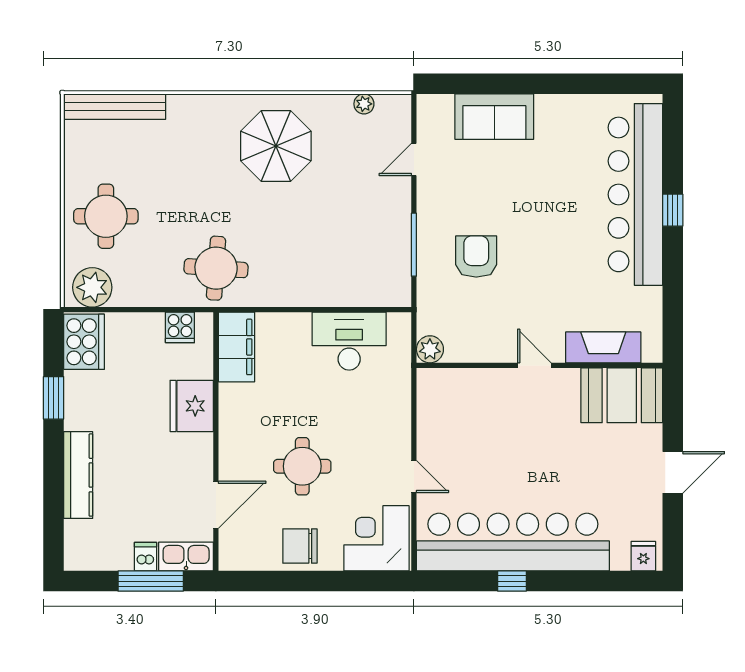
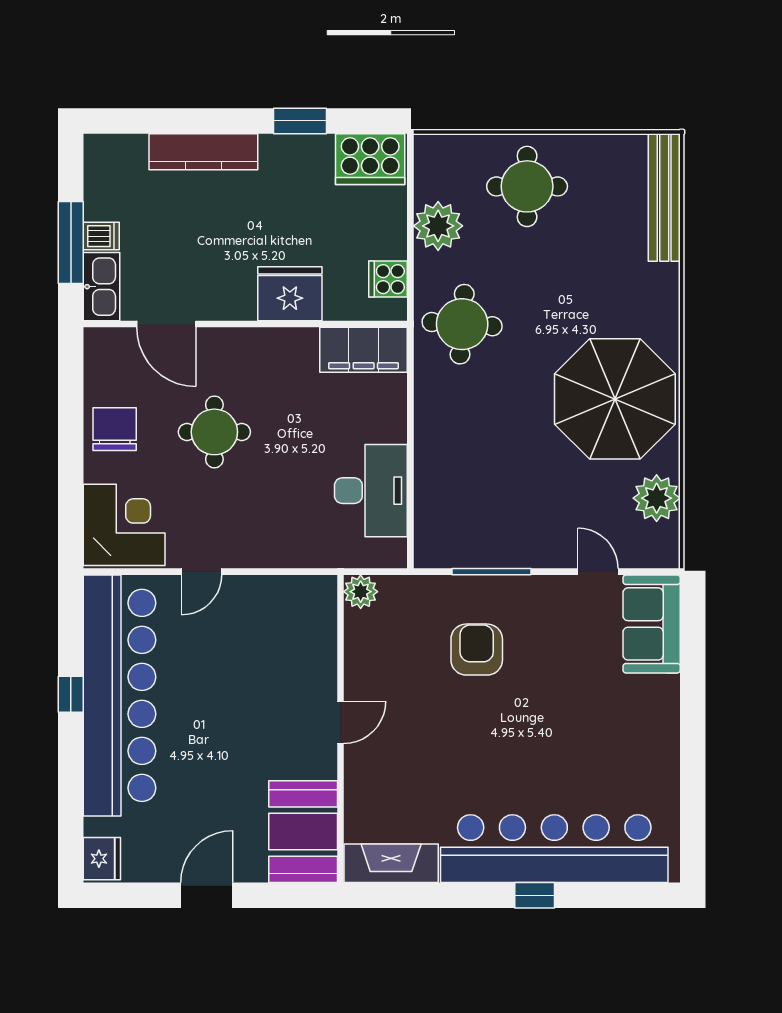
plant: (364, 104) -> (657, 498), width x1.88, depth x1.88
sofa: (494, 117) -> (652, 624), moved
parasol: (276, 146) -> (615, 399), width x1.36, depth x1.36
armchair: (476, 257) -> (477, 650), turned -90
plant: (92, 287) -> (438, 226), moved
fireplace: (603, 347) -> (391, 863), moved, turned -90
door: (673, 472) -> (207, 895), swing flipped
fridge: (643, 556) -> (102, 859), width x1.38

